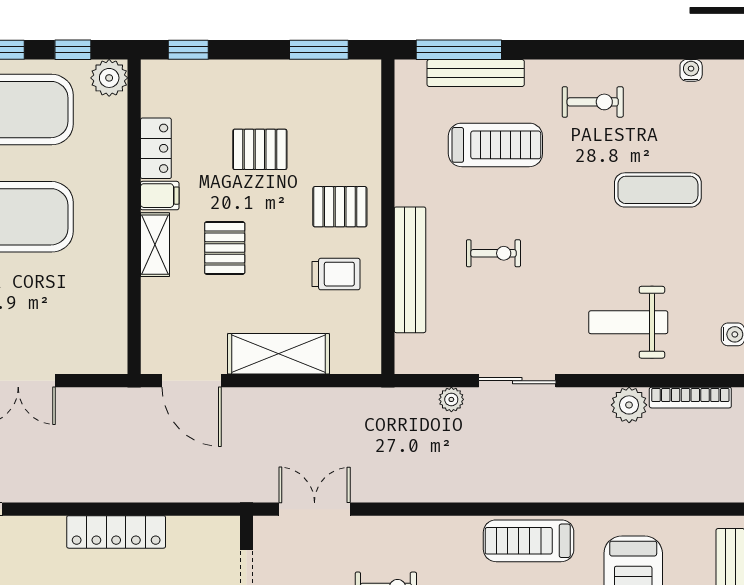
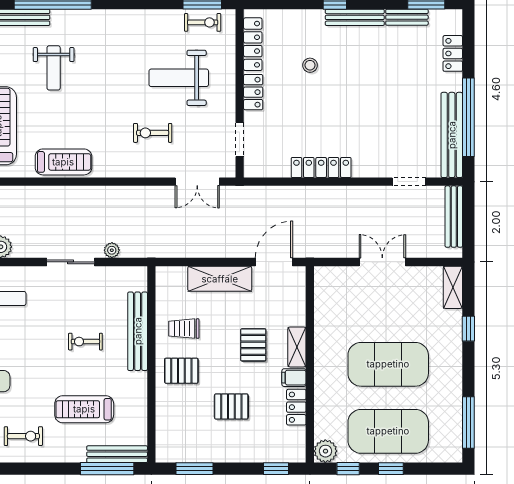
bench: (476, 73) -> (117, 454), moved
exercise bike: (593, 102) -> (23, 436), turned 180
door: (192, 381) -> (274, 262), hinge flipped

